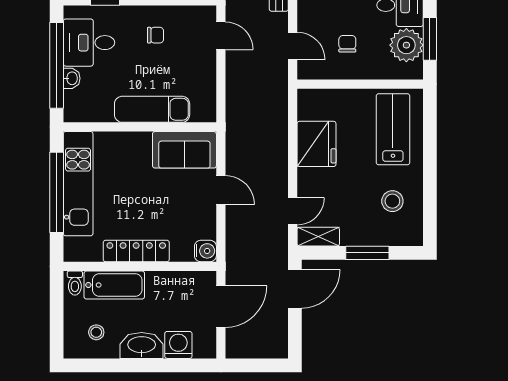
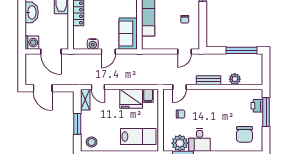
filing cabinet: (311, 109) -> (148, 96), added
stool: (392, 201) -> (92, 142), moved
water cooler: (205, 251) -> (93, 44), moved
door: (295, 289) -> (43, 88), moved
washing machine: (178, 345) -> (32, 43), moved

